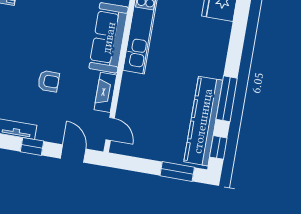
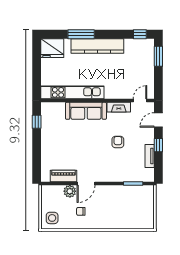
window: (227, 99) -> (81, 34), moved
kitchen counter: (203, 121) -> (97, 46), moved

